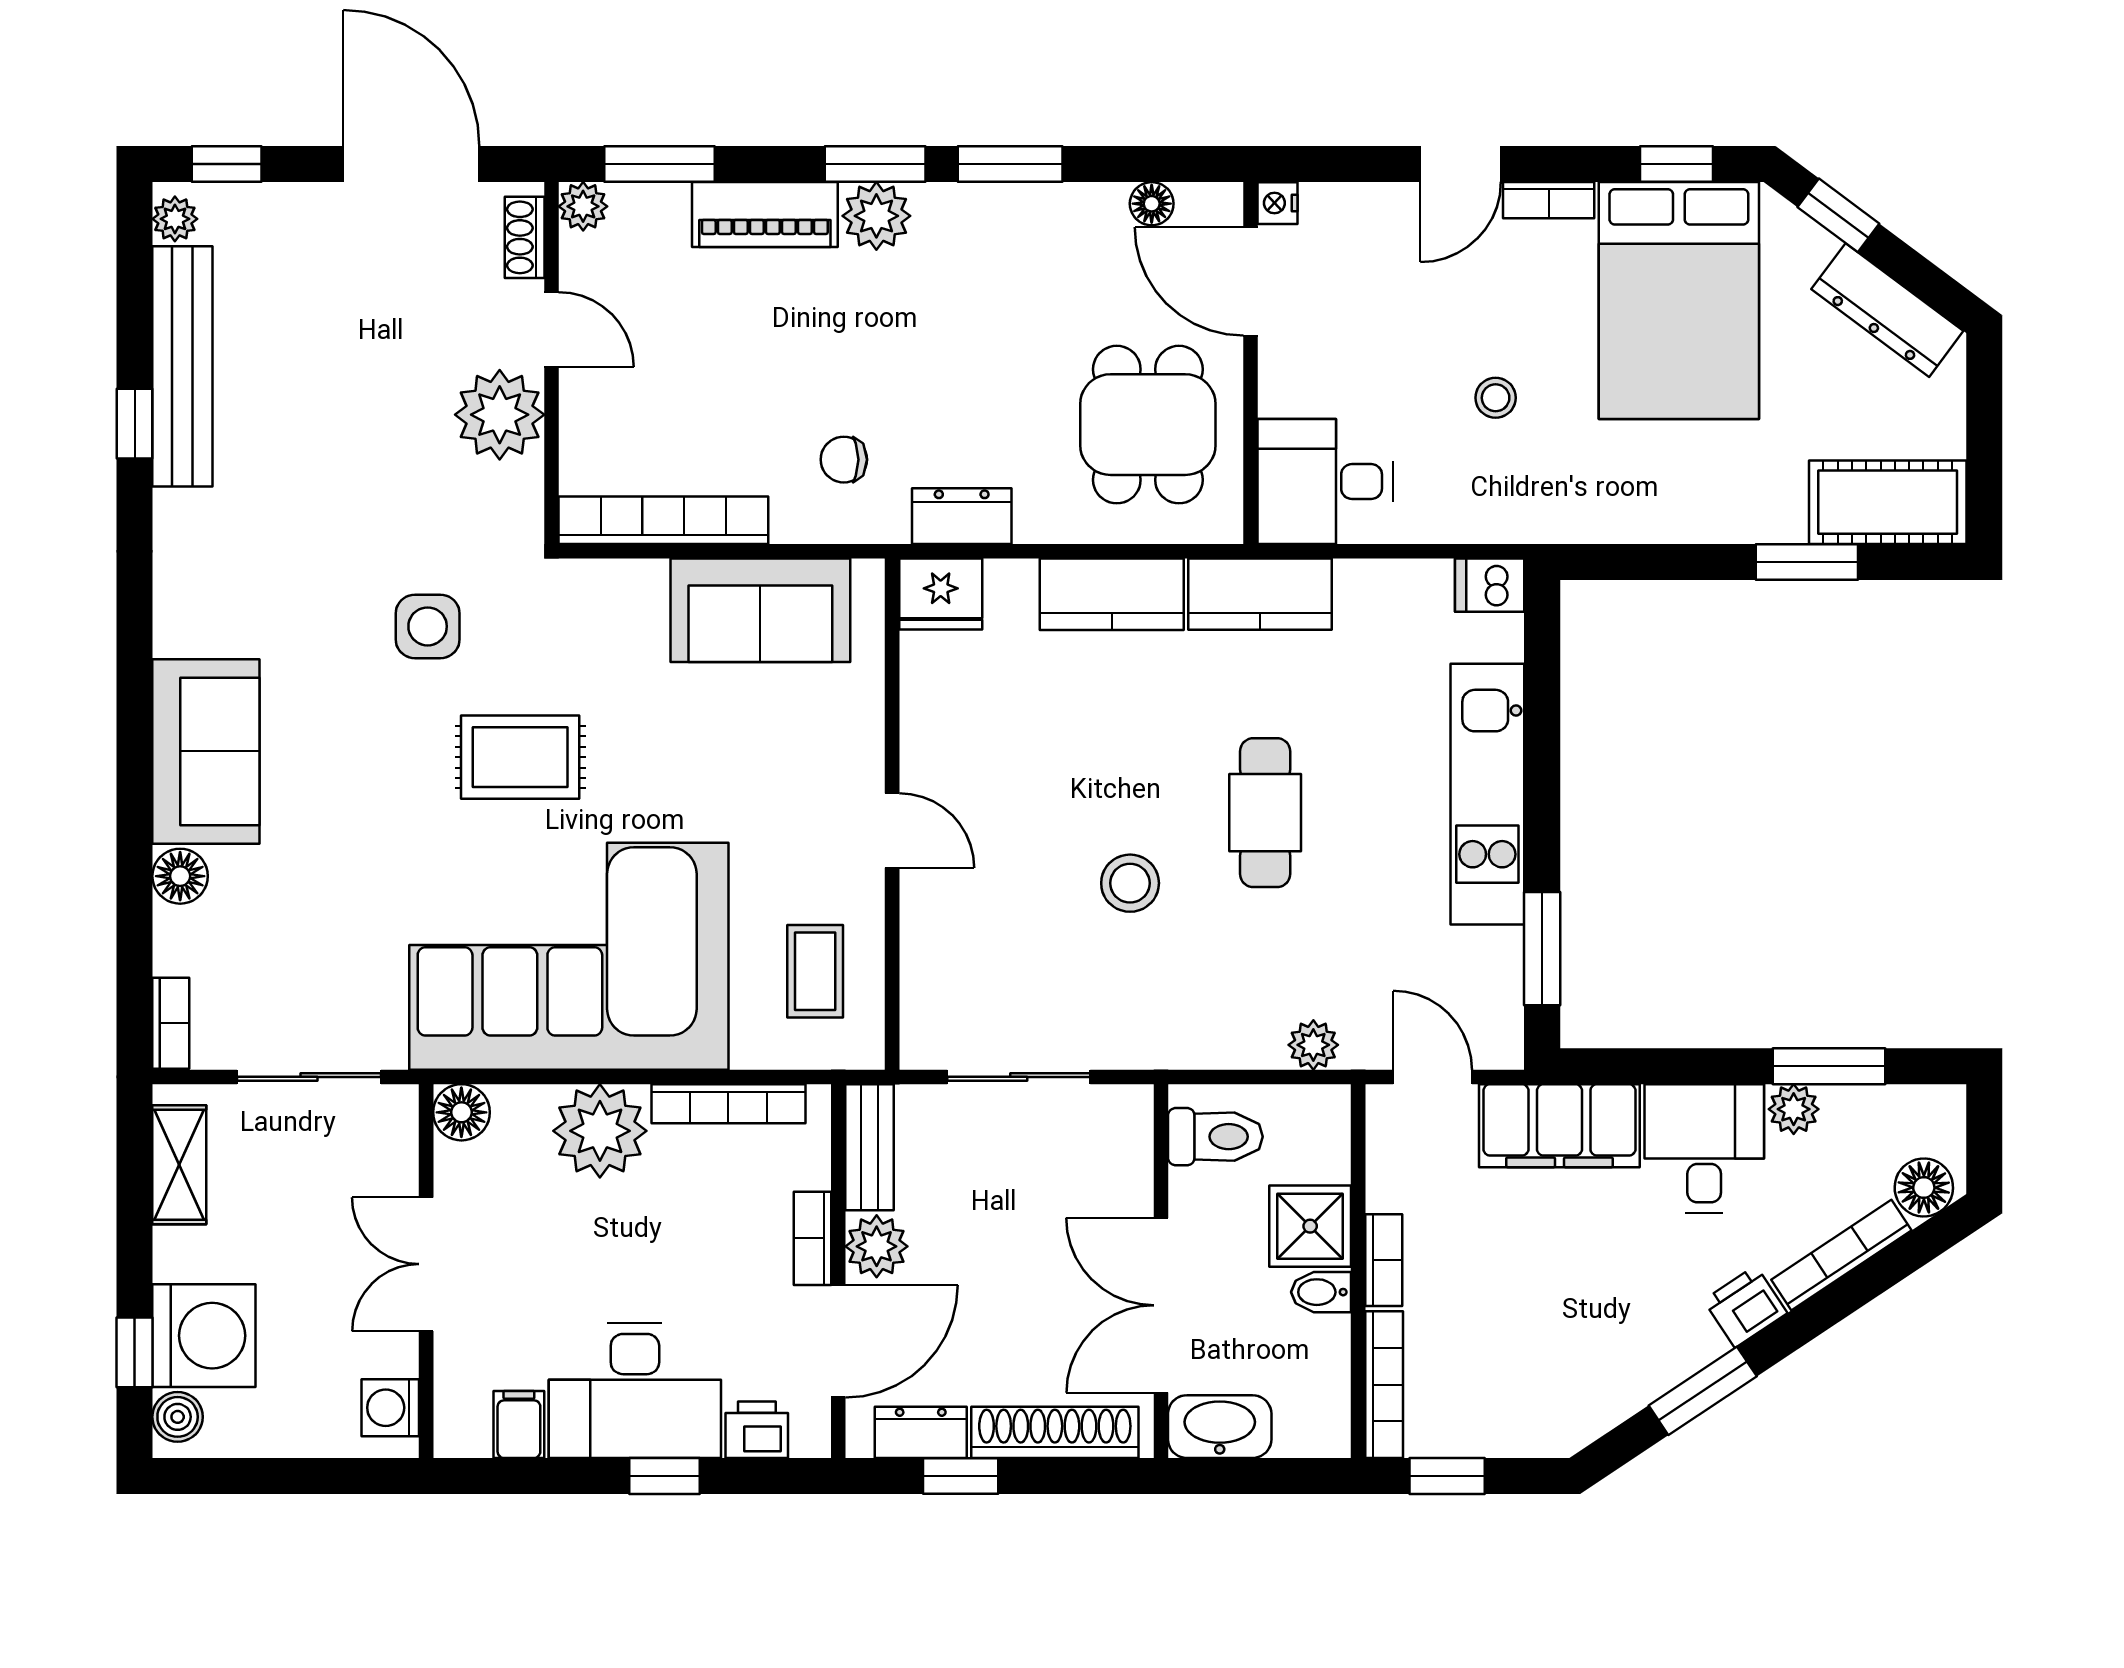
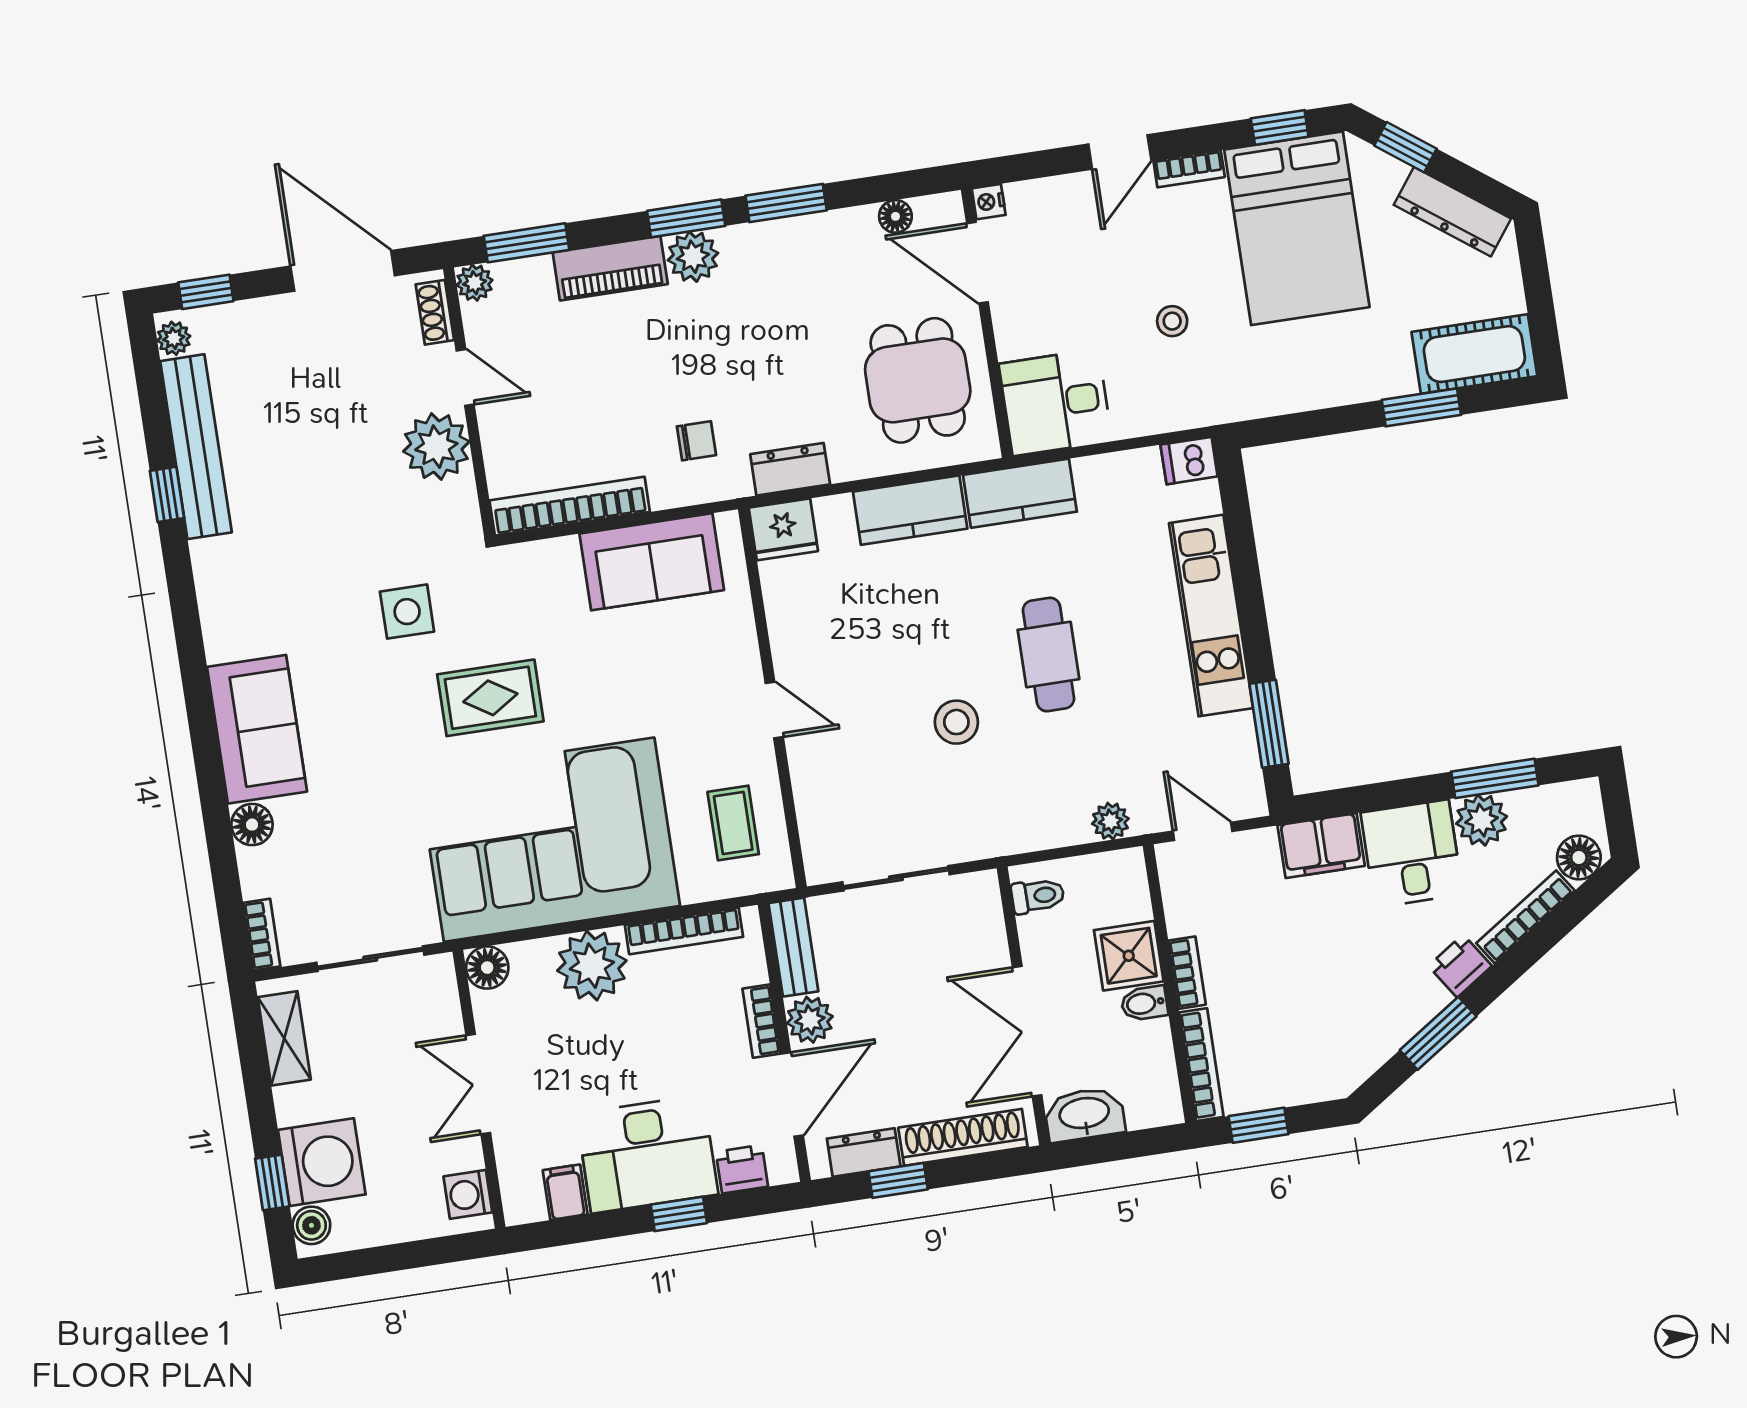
chair: (844, 460) -> (696, 441), turned 180
plant: (1794, 1109) -> (1482, 820), width x1.38, depth x1.38
filing cabinet: (1559, 1126) -> (1321, 846), width x0.67, depth x0.86
toilet: (1215, 1137) -> (1038, 896), width x0.73, depth x0.72

